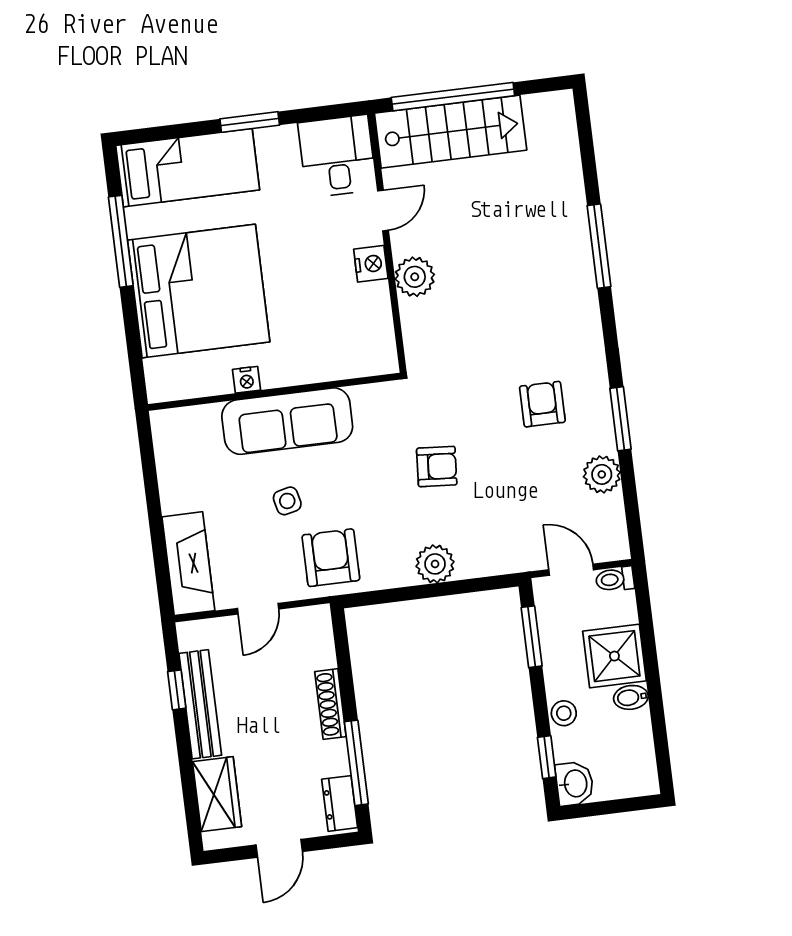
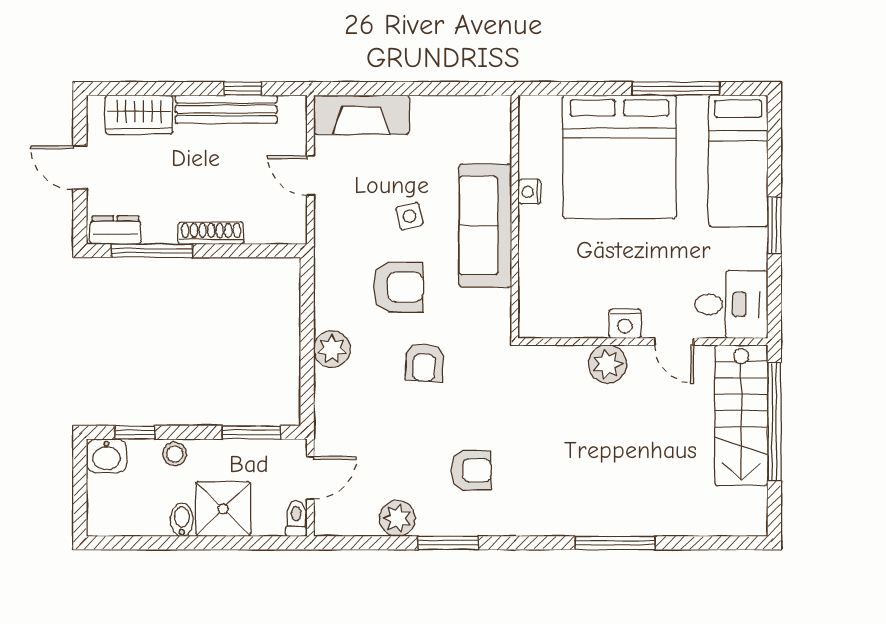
armchair: (331, 558) -> (398, 287), moved

